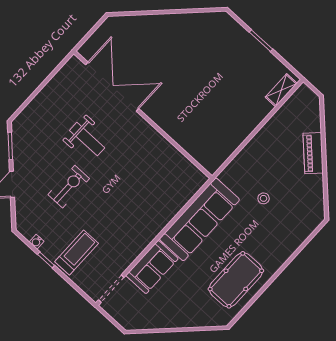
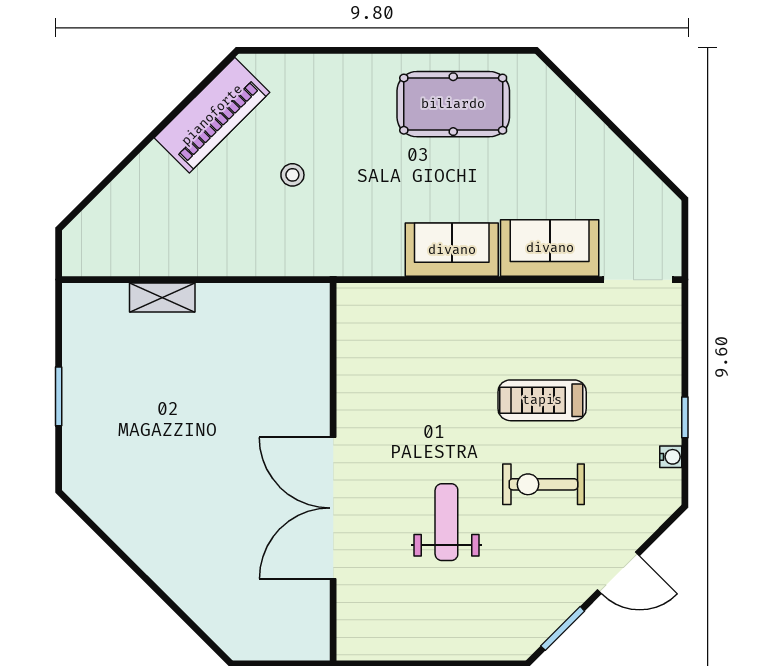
double door: (112, 87) -> (333, 508), moved
shelving: (281, 90) -> (162, 298), moved
piano: (313, 153) -> (212, 115), moved, width x1.37, depth x1.33
sofa: (199, 219) -> (452, 250), width x0.54, depth x0.79
treadmill: (77, 252) -> (542, 400), moved

